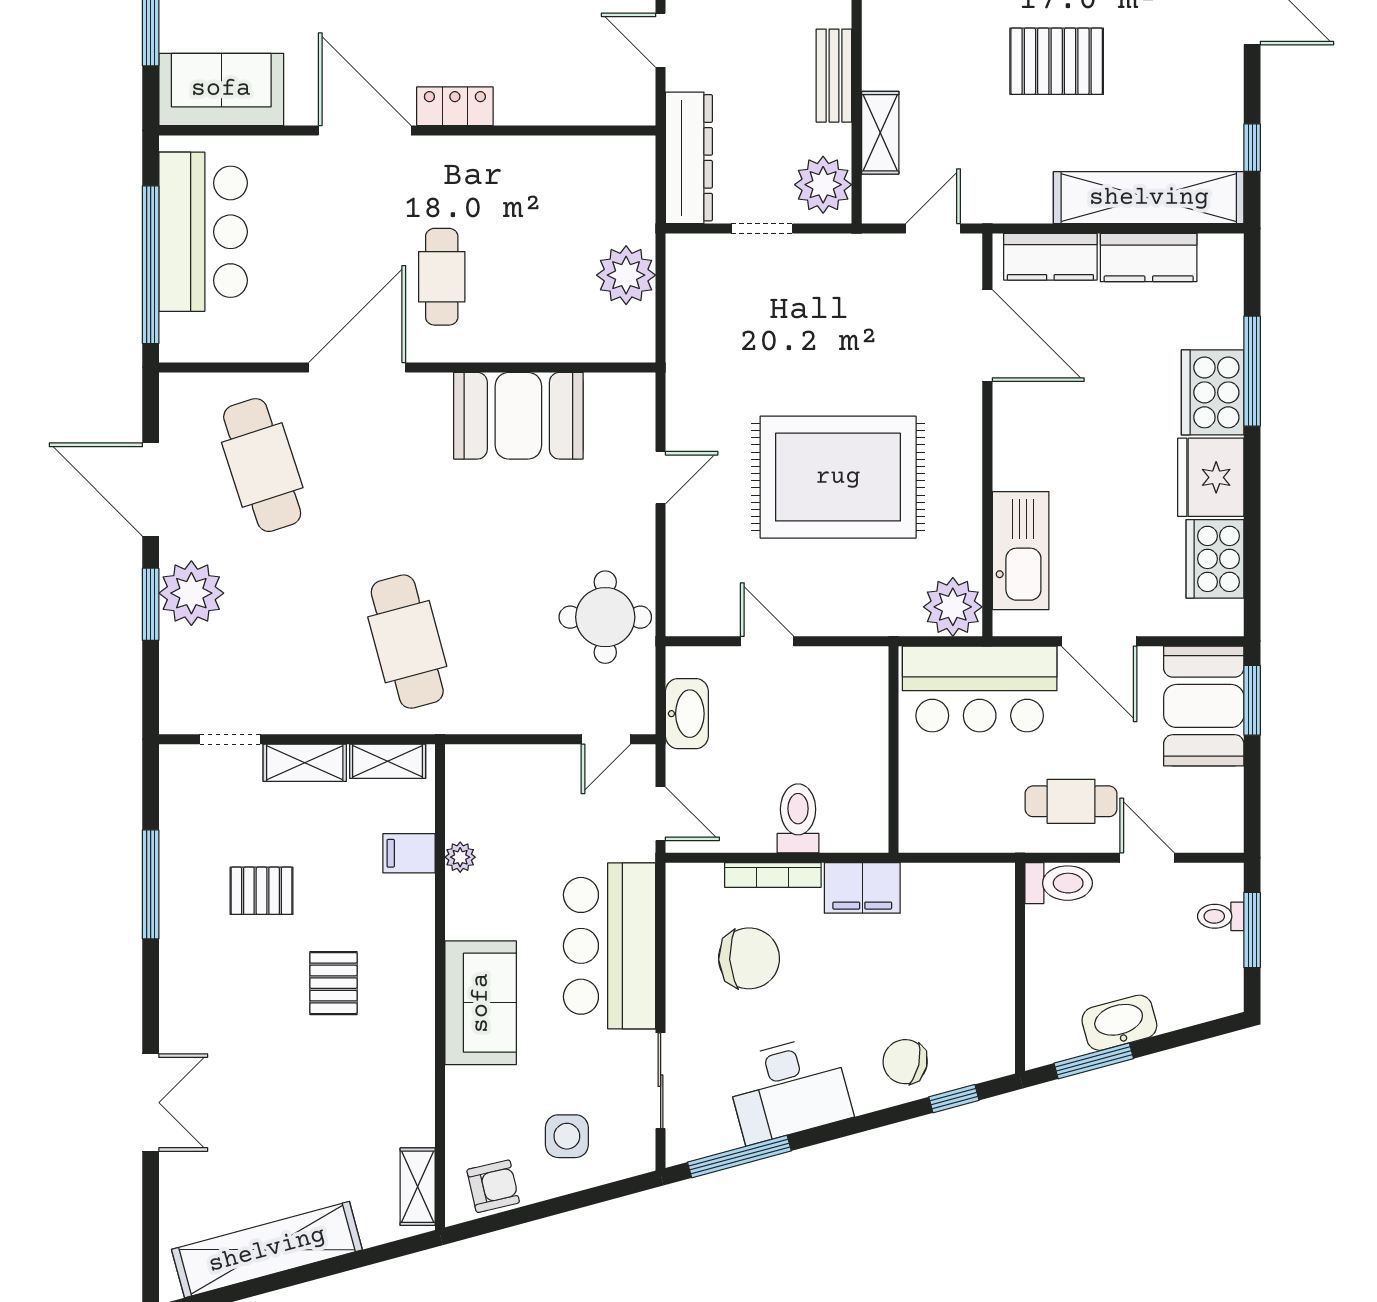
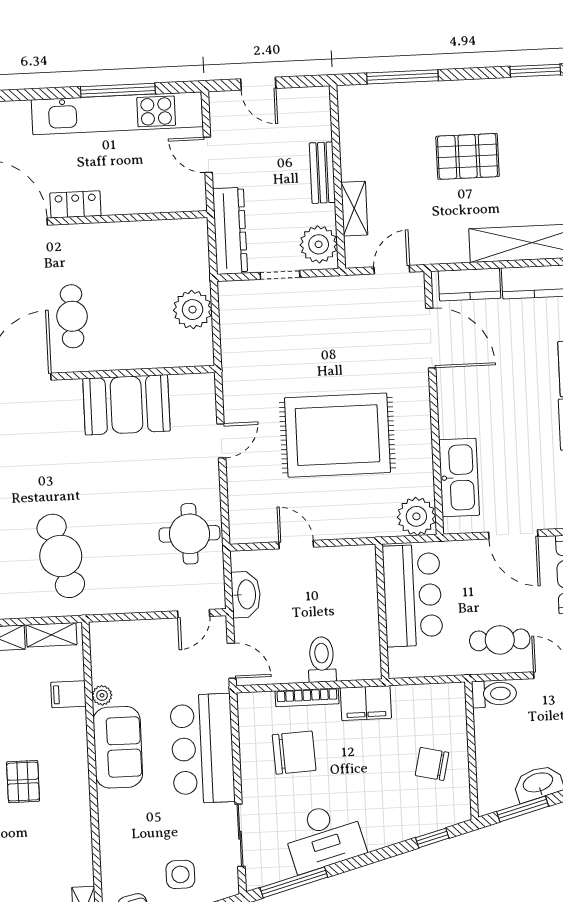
bar counter: (980, 689) -> (413, 595), moved, turned -90
sofa: (481, 1003) -> (118, 747), moved
chair: (905, 1062) -> (432, 764), moved

